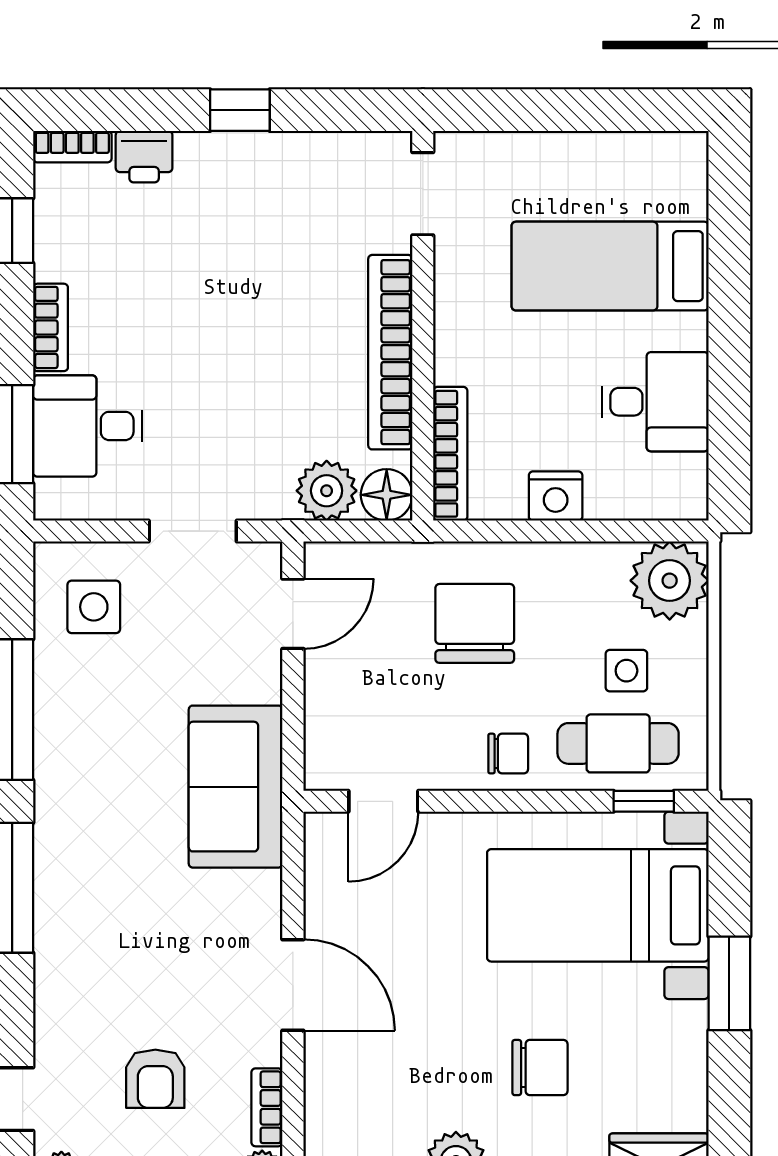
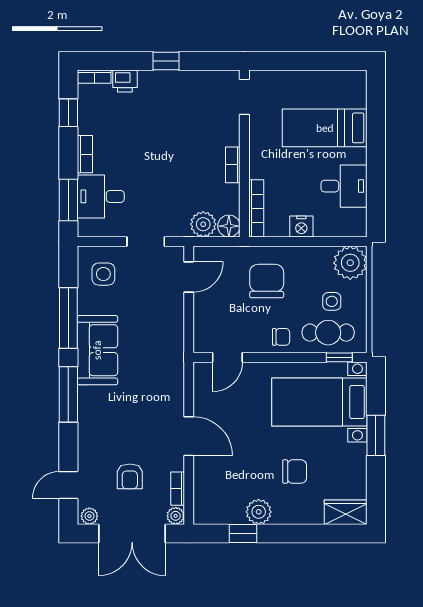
bookcase: (390, 352) -> (233, 165), width x0.43, depth x0.76
sofa: (236, 787) -> (97, 350), moved, turned 180

